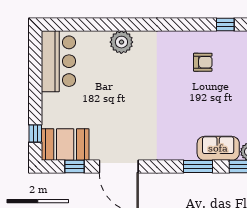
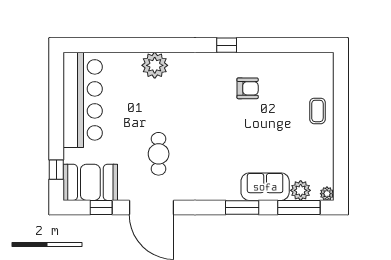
window: (225, 24) -> (227, 45), moved
bar counter: (58, 61) -> (83, 100), width x1.36
cafe table: (125, 120) -> (159, 154), added

